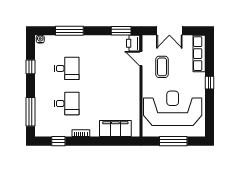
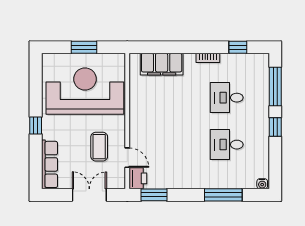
window: (31, 67) -> (275, 127), moved
reception desk: (173, 108) -> (85, 91), turned 180
window: (173, 141) -> (84, 47), width x0.69

